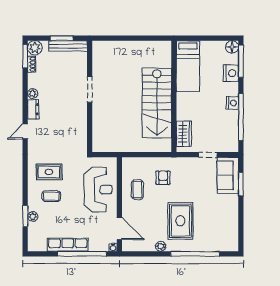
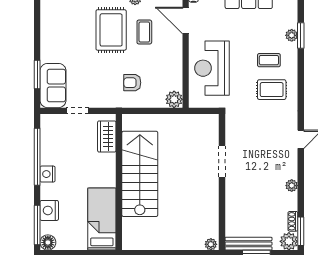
plant: (99, 45) -> (211, 244), added
doorway: (90, 90) -> (222, 161), moved
dresser: (33, 109) -> (291, 166), removed
plant: (129, 164) -> (174, 99), added
armchair: (163, 178) -> (132, 83), turned 90
coffee table: (137, 190) -> (144, 32), moved

